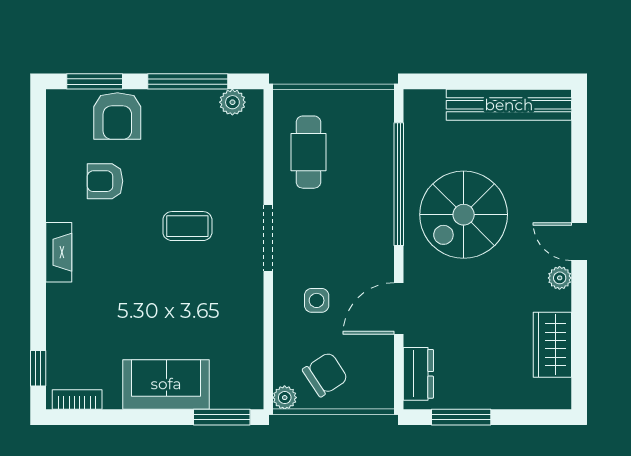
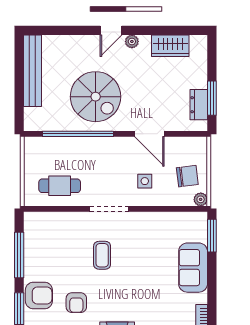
plant: (232, 102) -> (31, 229), removed
chair: (325, 374) -> (187, 176), turned 116
dresser: (418, 374) -> (199, 105), moved, turned -90

